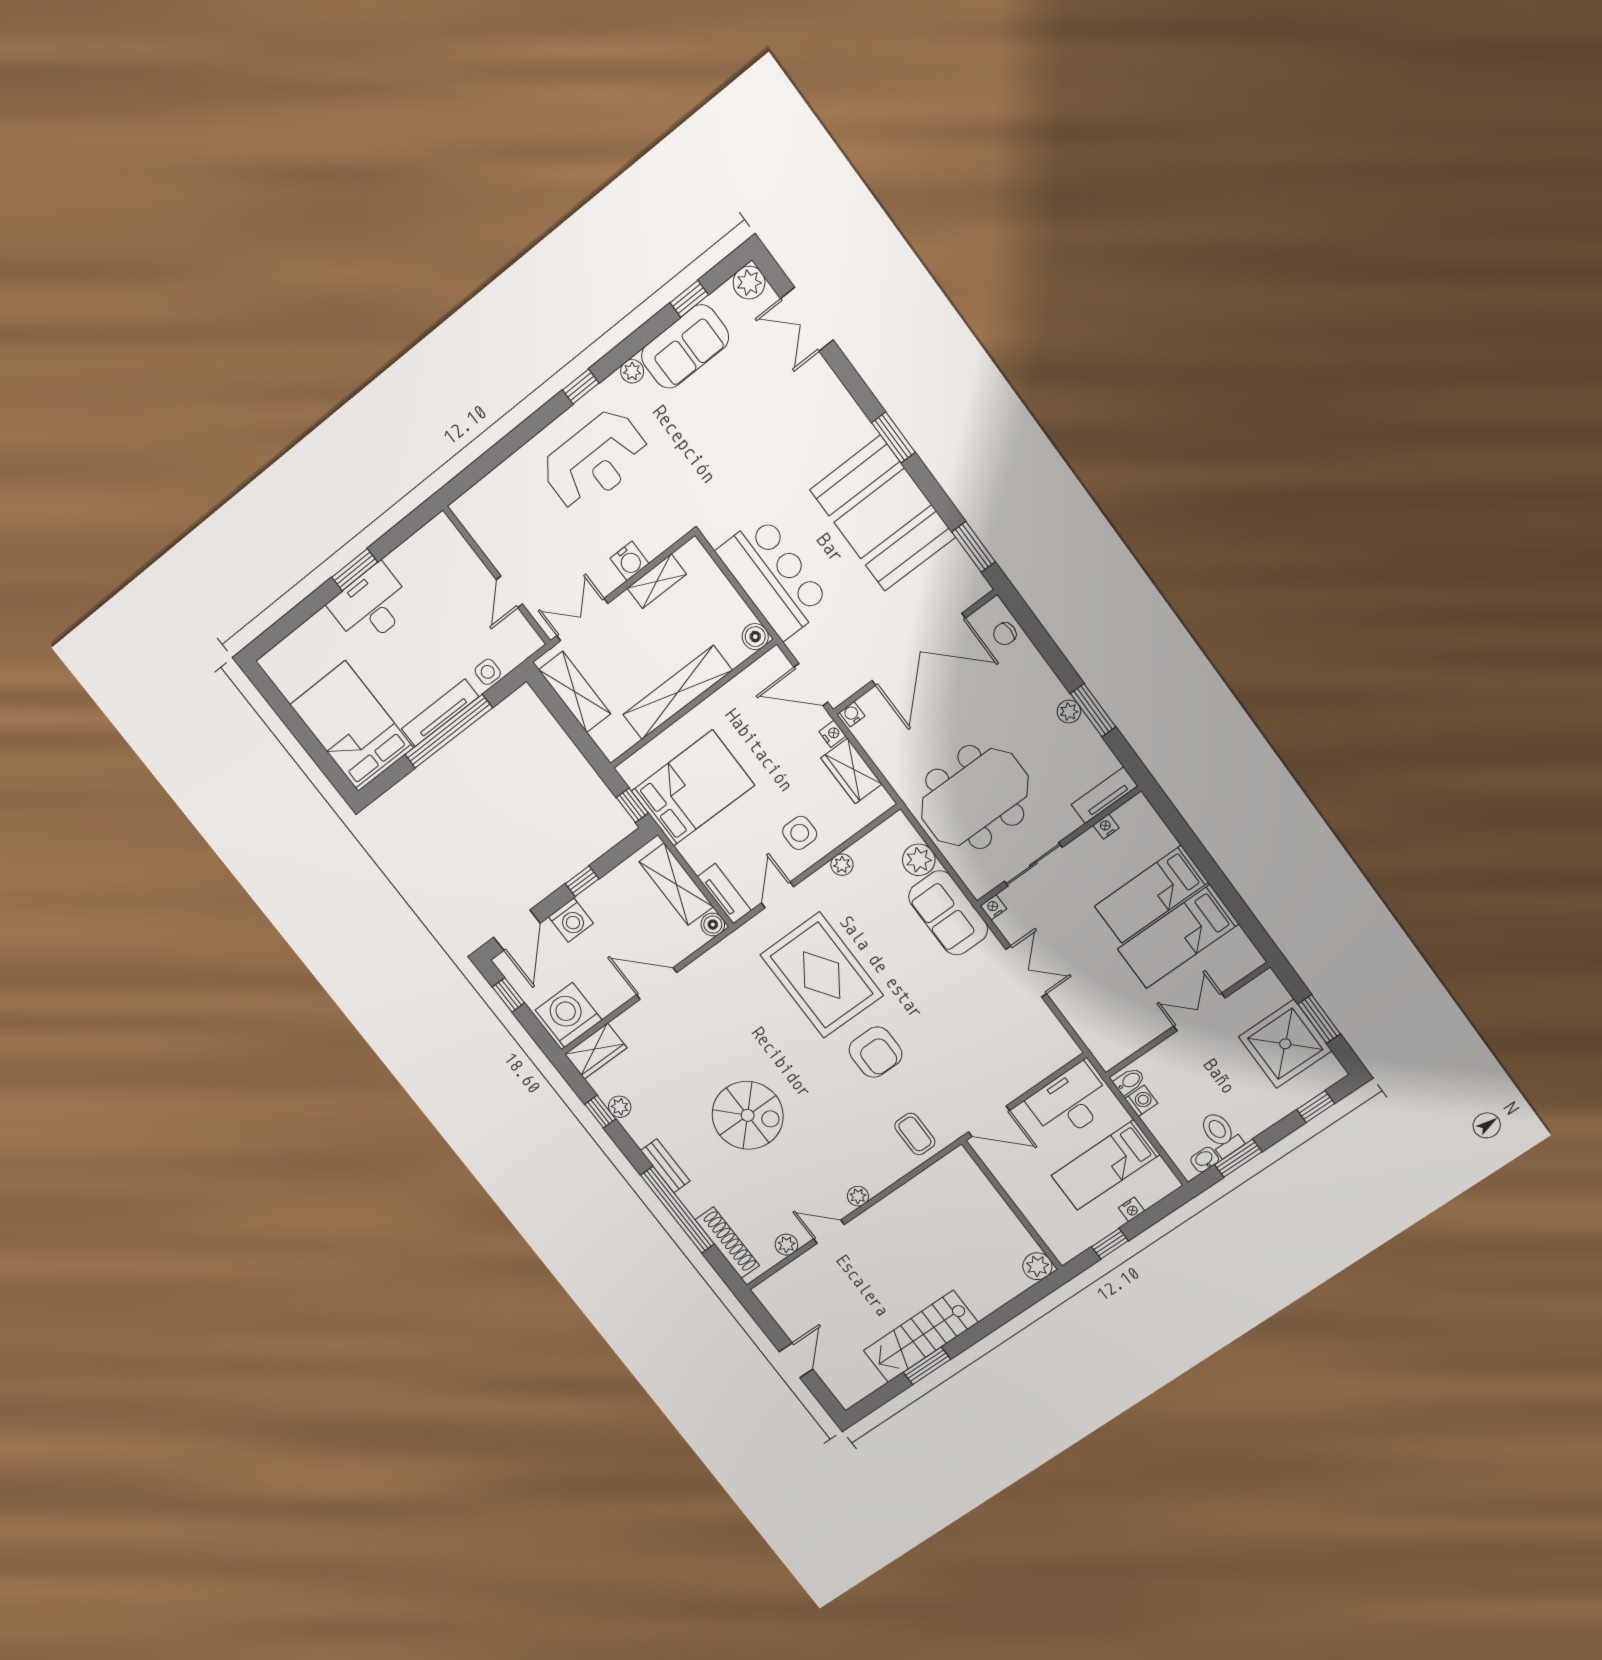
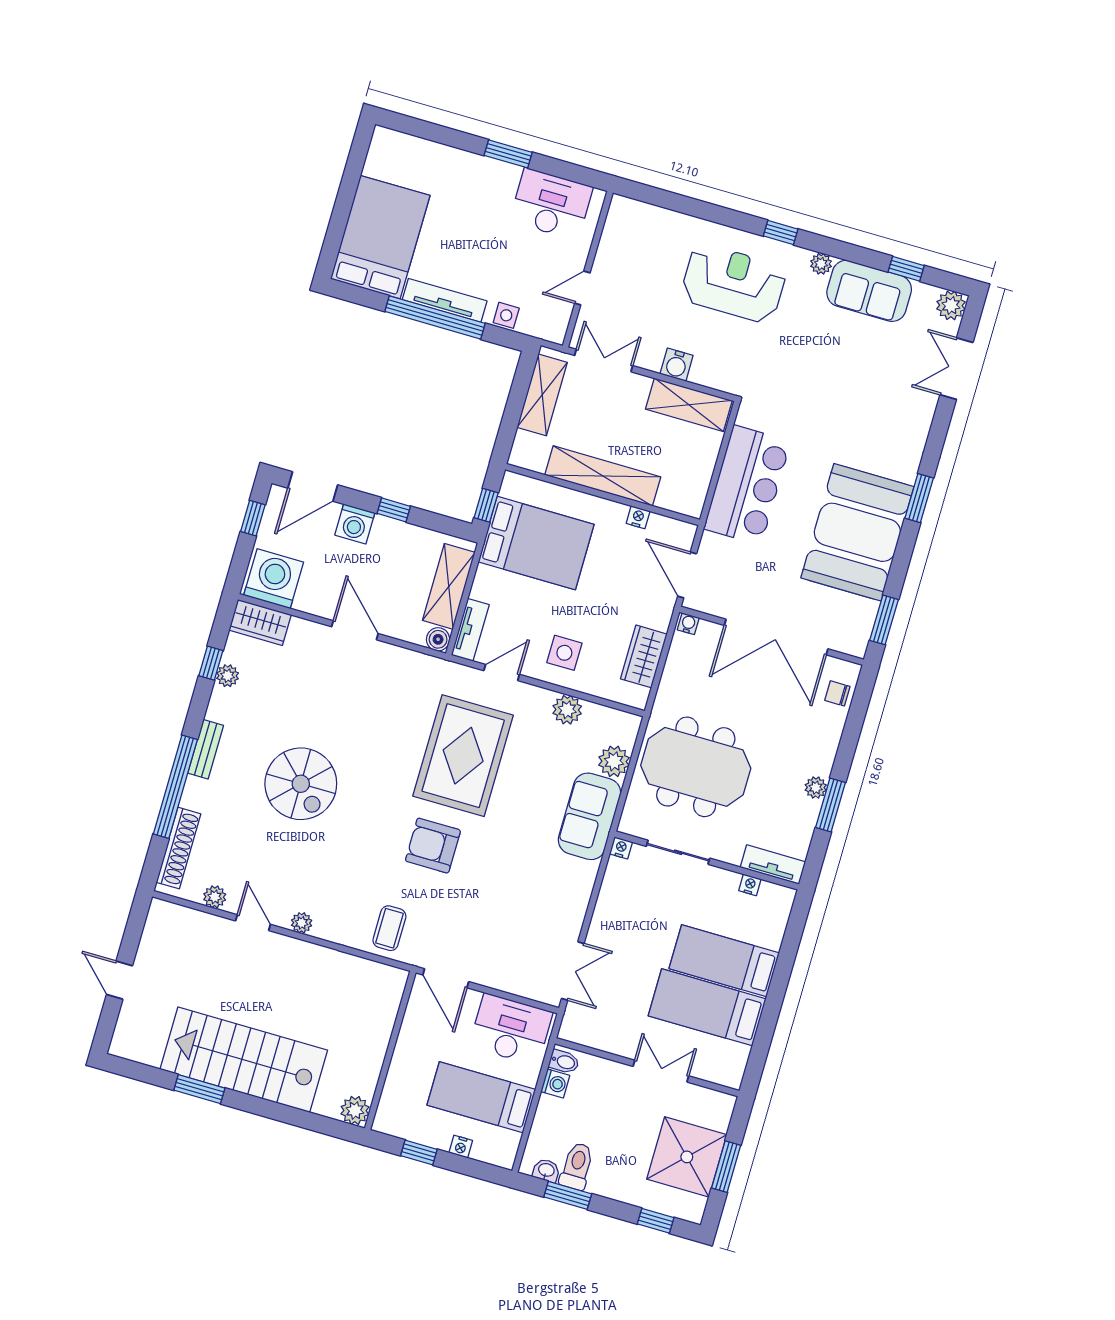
reception desk: (595, 460) -> (734, 283), turned 180
shelving: (657, 581) -> (689, 405), width x1.50, depth x1.33
desk: (371, 606) -> (551, 204), moved
boiler: (755, 637) -> (692, 504), removed
nightstand: (832, 734) -> (638, 517), moved, turned -90
plant: (842, 865) -> (567, 710), width x1.38, depth x1.38
double door: (1026, 971) -> (573, 971), moved
armchair: (875, 1052) -> (433, 846), turned 90
stairs: (921, 1336) -> (244, 1060), width x1.36, depth x1.51
door: (796, 1360) -> (119, 980), swing flipped

